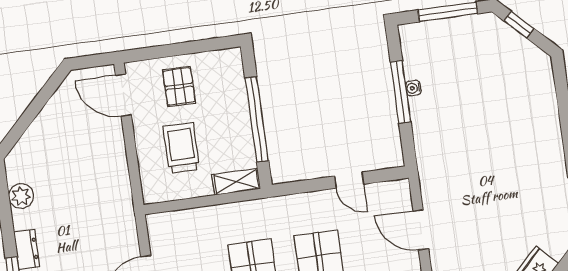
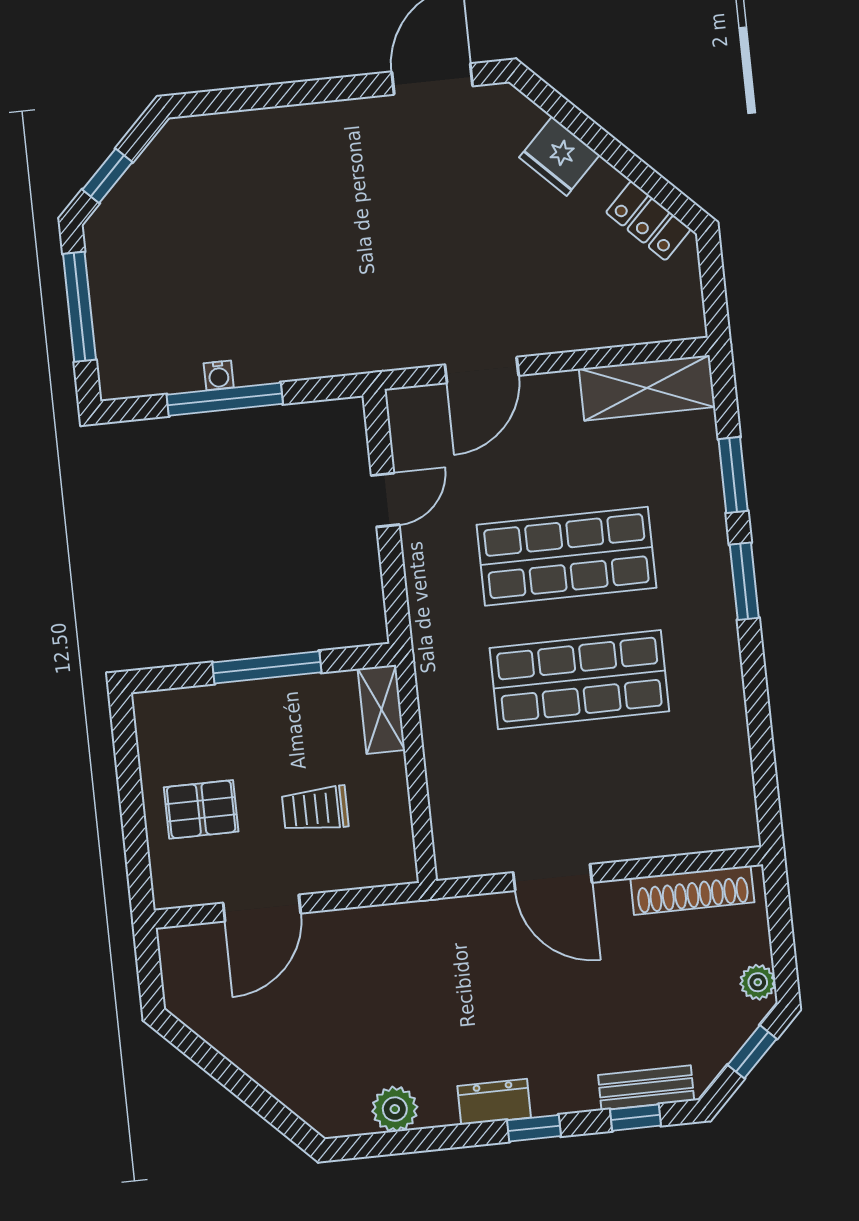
door: (123, 95) -> (262, 908), moved
window: (257, 119) -> (267, 667), width x0.68
trolley: (181, 148) -> (315, 809), width x0.73, depth x0.72

